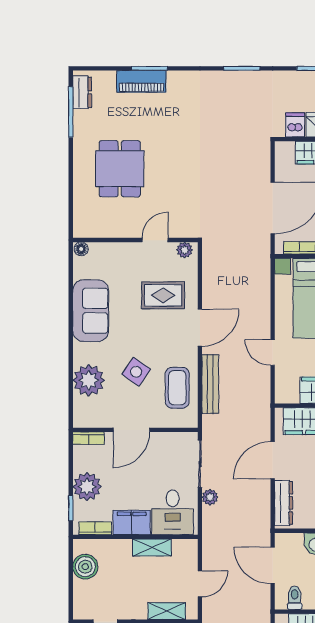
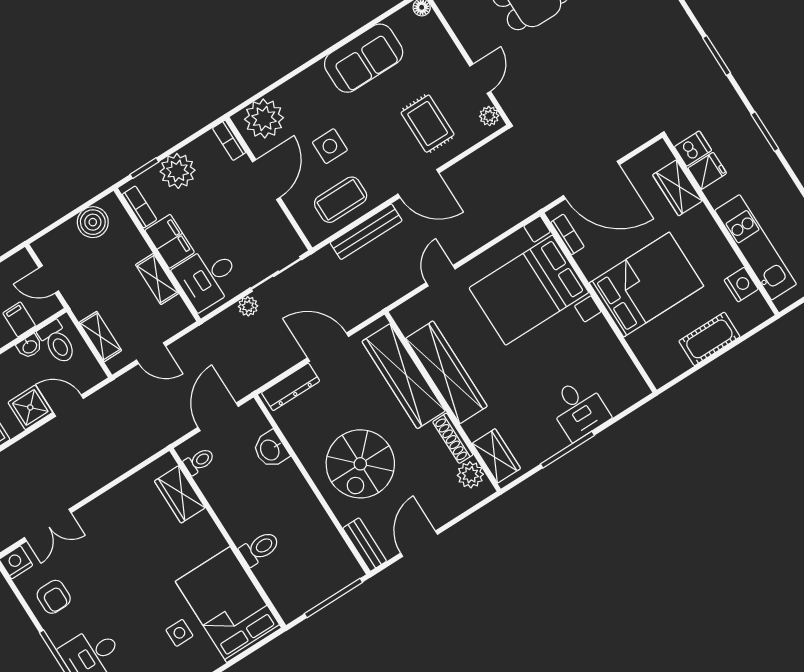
door: (155, 240) -> (480, 79), hinge flipped
side table: (136, 372) -> (330, 146), turned -35
plant: (89, 380) -> (264, 119), moved
door: (131, 430) -> (266, 180), swing flipped

